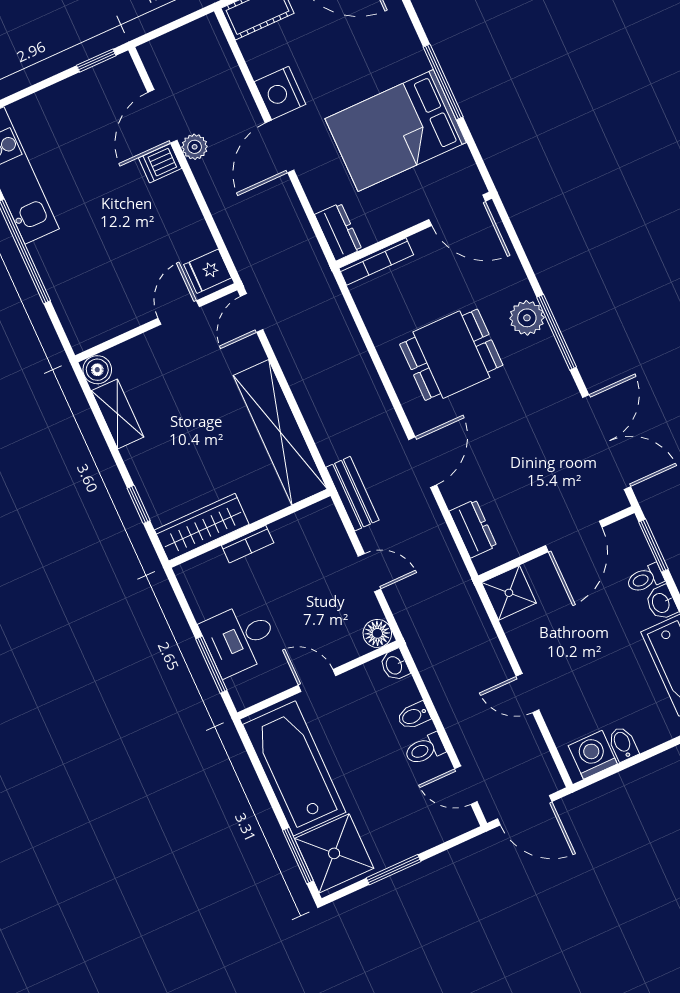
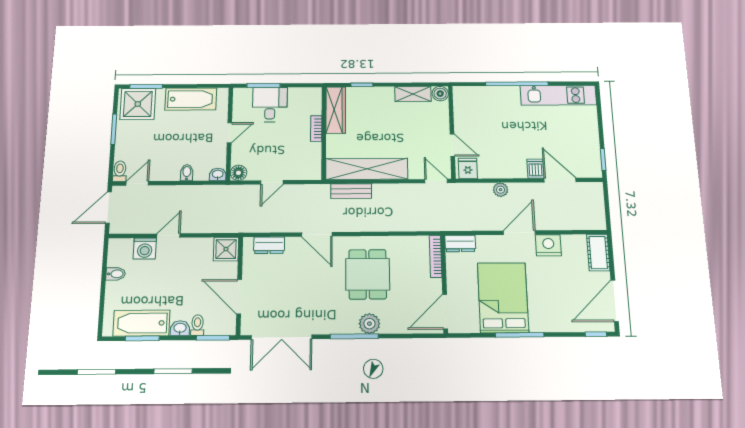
plant: (195, 147) -> (501, 190), moved
door: (280, 147) -> (519, 233), hinge flipped
bench: (352, 494) -> (351, 191), moved
toilet: (425, 749) -> (120, 171), moved
washing machine: (593, 755) -> (145, 248), moved, turned 90
bathtub: (294, 768) -> (191, 99), width x0.73, depth x0.73

